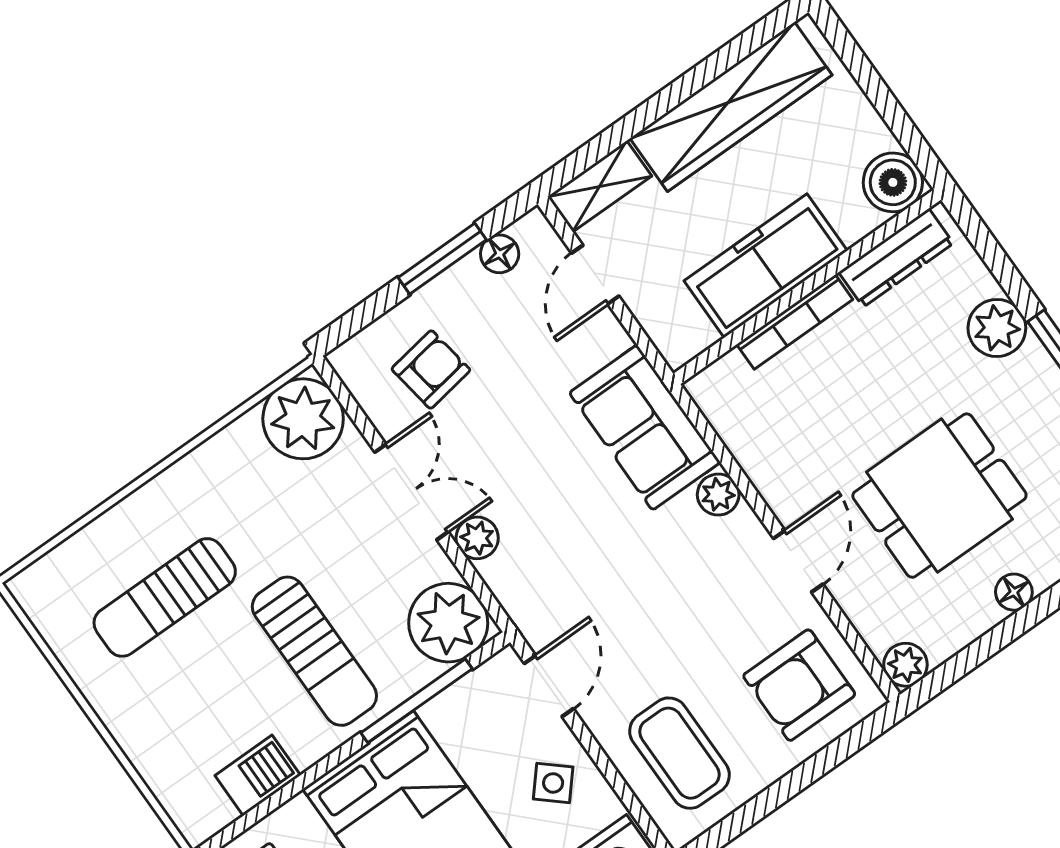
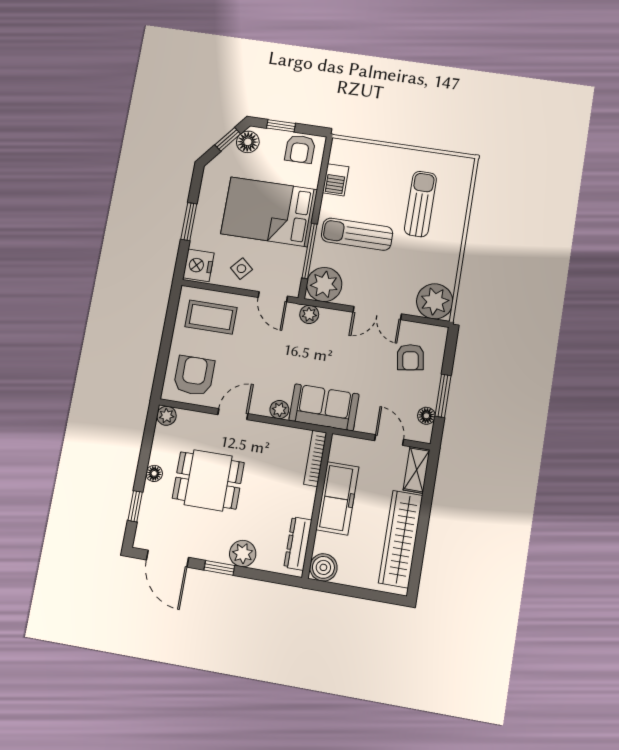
bookcase: (795, 322) -> (315, 458), moved
dining table: (939, 496) -> (208, 480), turned 90
plant: (477, 538) -> (309, 314), moved
door: (798, 561) -> (233, 414), swing flipped

